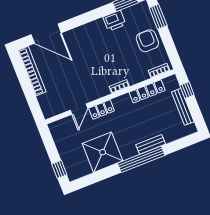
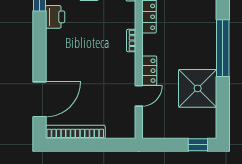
door: (79, 109) -> (139, 96), hinge flipped
bench: (151, 144) -> (210, 31), removed

